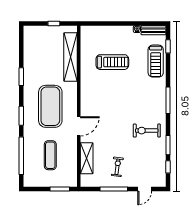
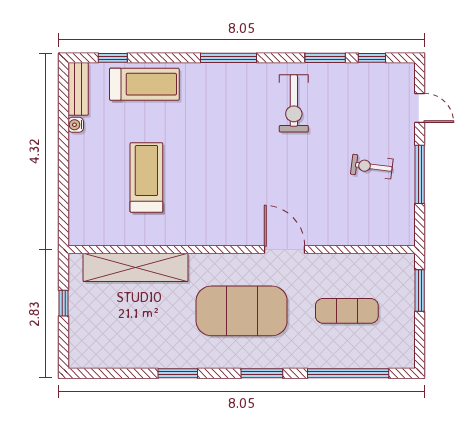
shelving: (87, 158) -> (353, 233), removed

